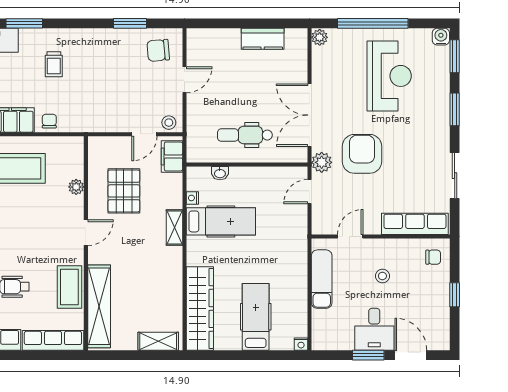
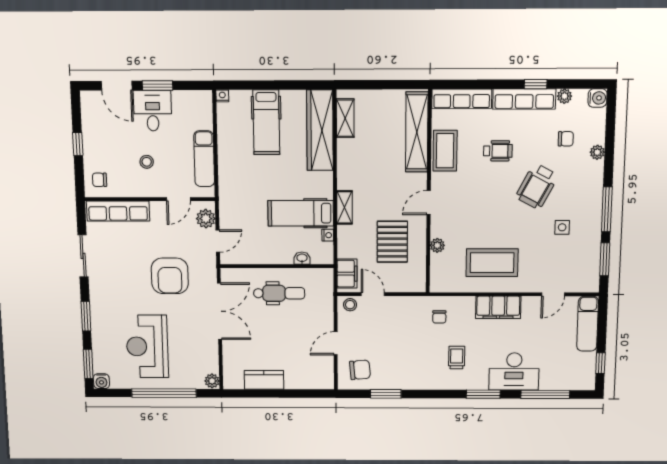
chair: (49, 121) -> (439, 317), moved
door: (144, 134) -> (373, 294), hinge flipped
plant: (322, 162) -> (206, 219), moved
shelving: (158, 341) -> (345, 118), moved, turned 90

